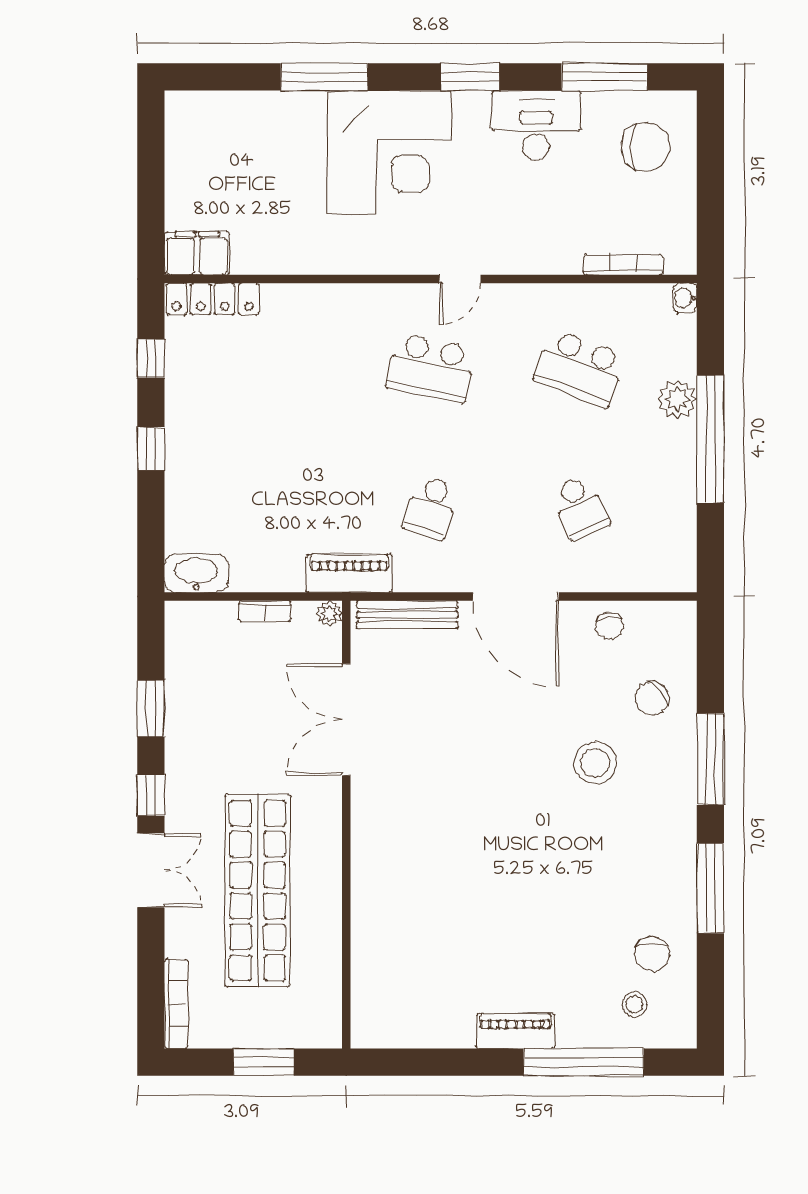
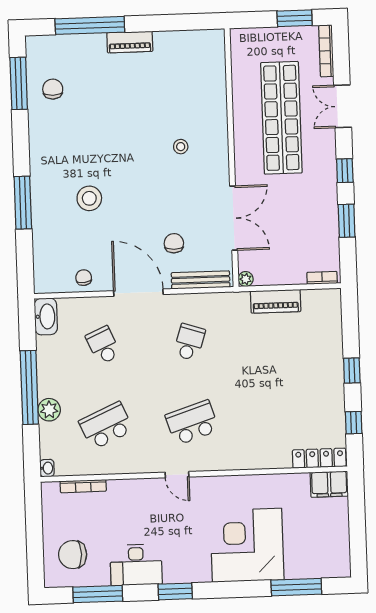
window: (324, 77) -> (296, 587), moved
corner desk: (389, 152) -> (247, 545), moved
door: (460, 279) -> (177, 475), swing flipped
school desk: (431, 368) -> (192, 423), turned -30
school desk: (580, 368) -> (106, 426), turned -45
washbasin: (196, 573) -> (46, 316), moved, turned -90
piano: (349, 573) -> (276, 301), moved
bookcase: (265, 611) -> (322, 278), moved
chair: (652, 698) -> (174, 243), moved, turned -50
double door: (151, 870) -> (343, 106), moved
window: (710, 888) -> (19, 83), moved
stool: (635, 1005) -> (181, 147), moved
window: (264, 1062) -> (295, 18), moved

